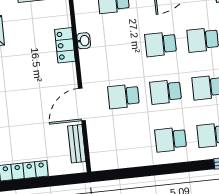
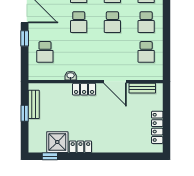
locker: (65, 45) -> (84, 89), moved
school desk: (124, 96) -> (146, 52), moved

